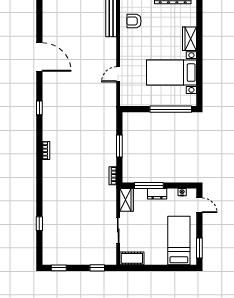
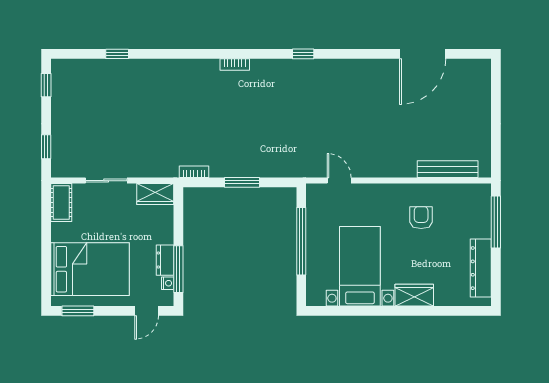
armchair: (134, 21) -> (421, 218), moved
door: (39, 57) -> (423, 54), moved
door: (118, 74) -> (339, 181), moved
window: (171, 109) -> (301, 241), moved
window: (149, 186) -> (178, 269), moved
dresser: (157, 194) -> (165, 260), moved
bed: (179, 241) -> (90, 269), width x1.50

